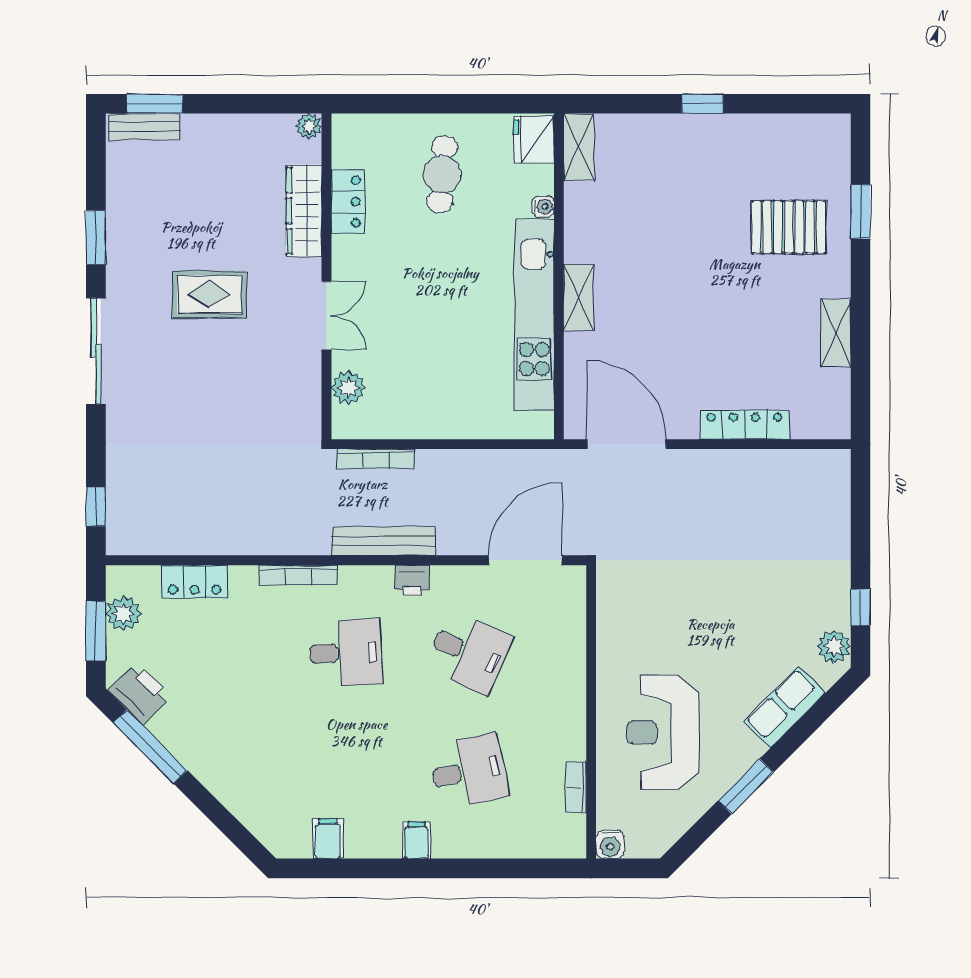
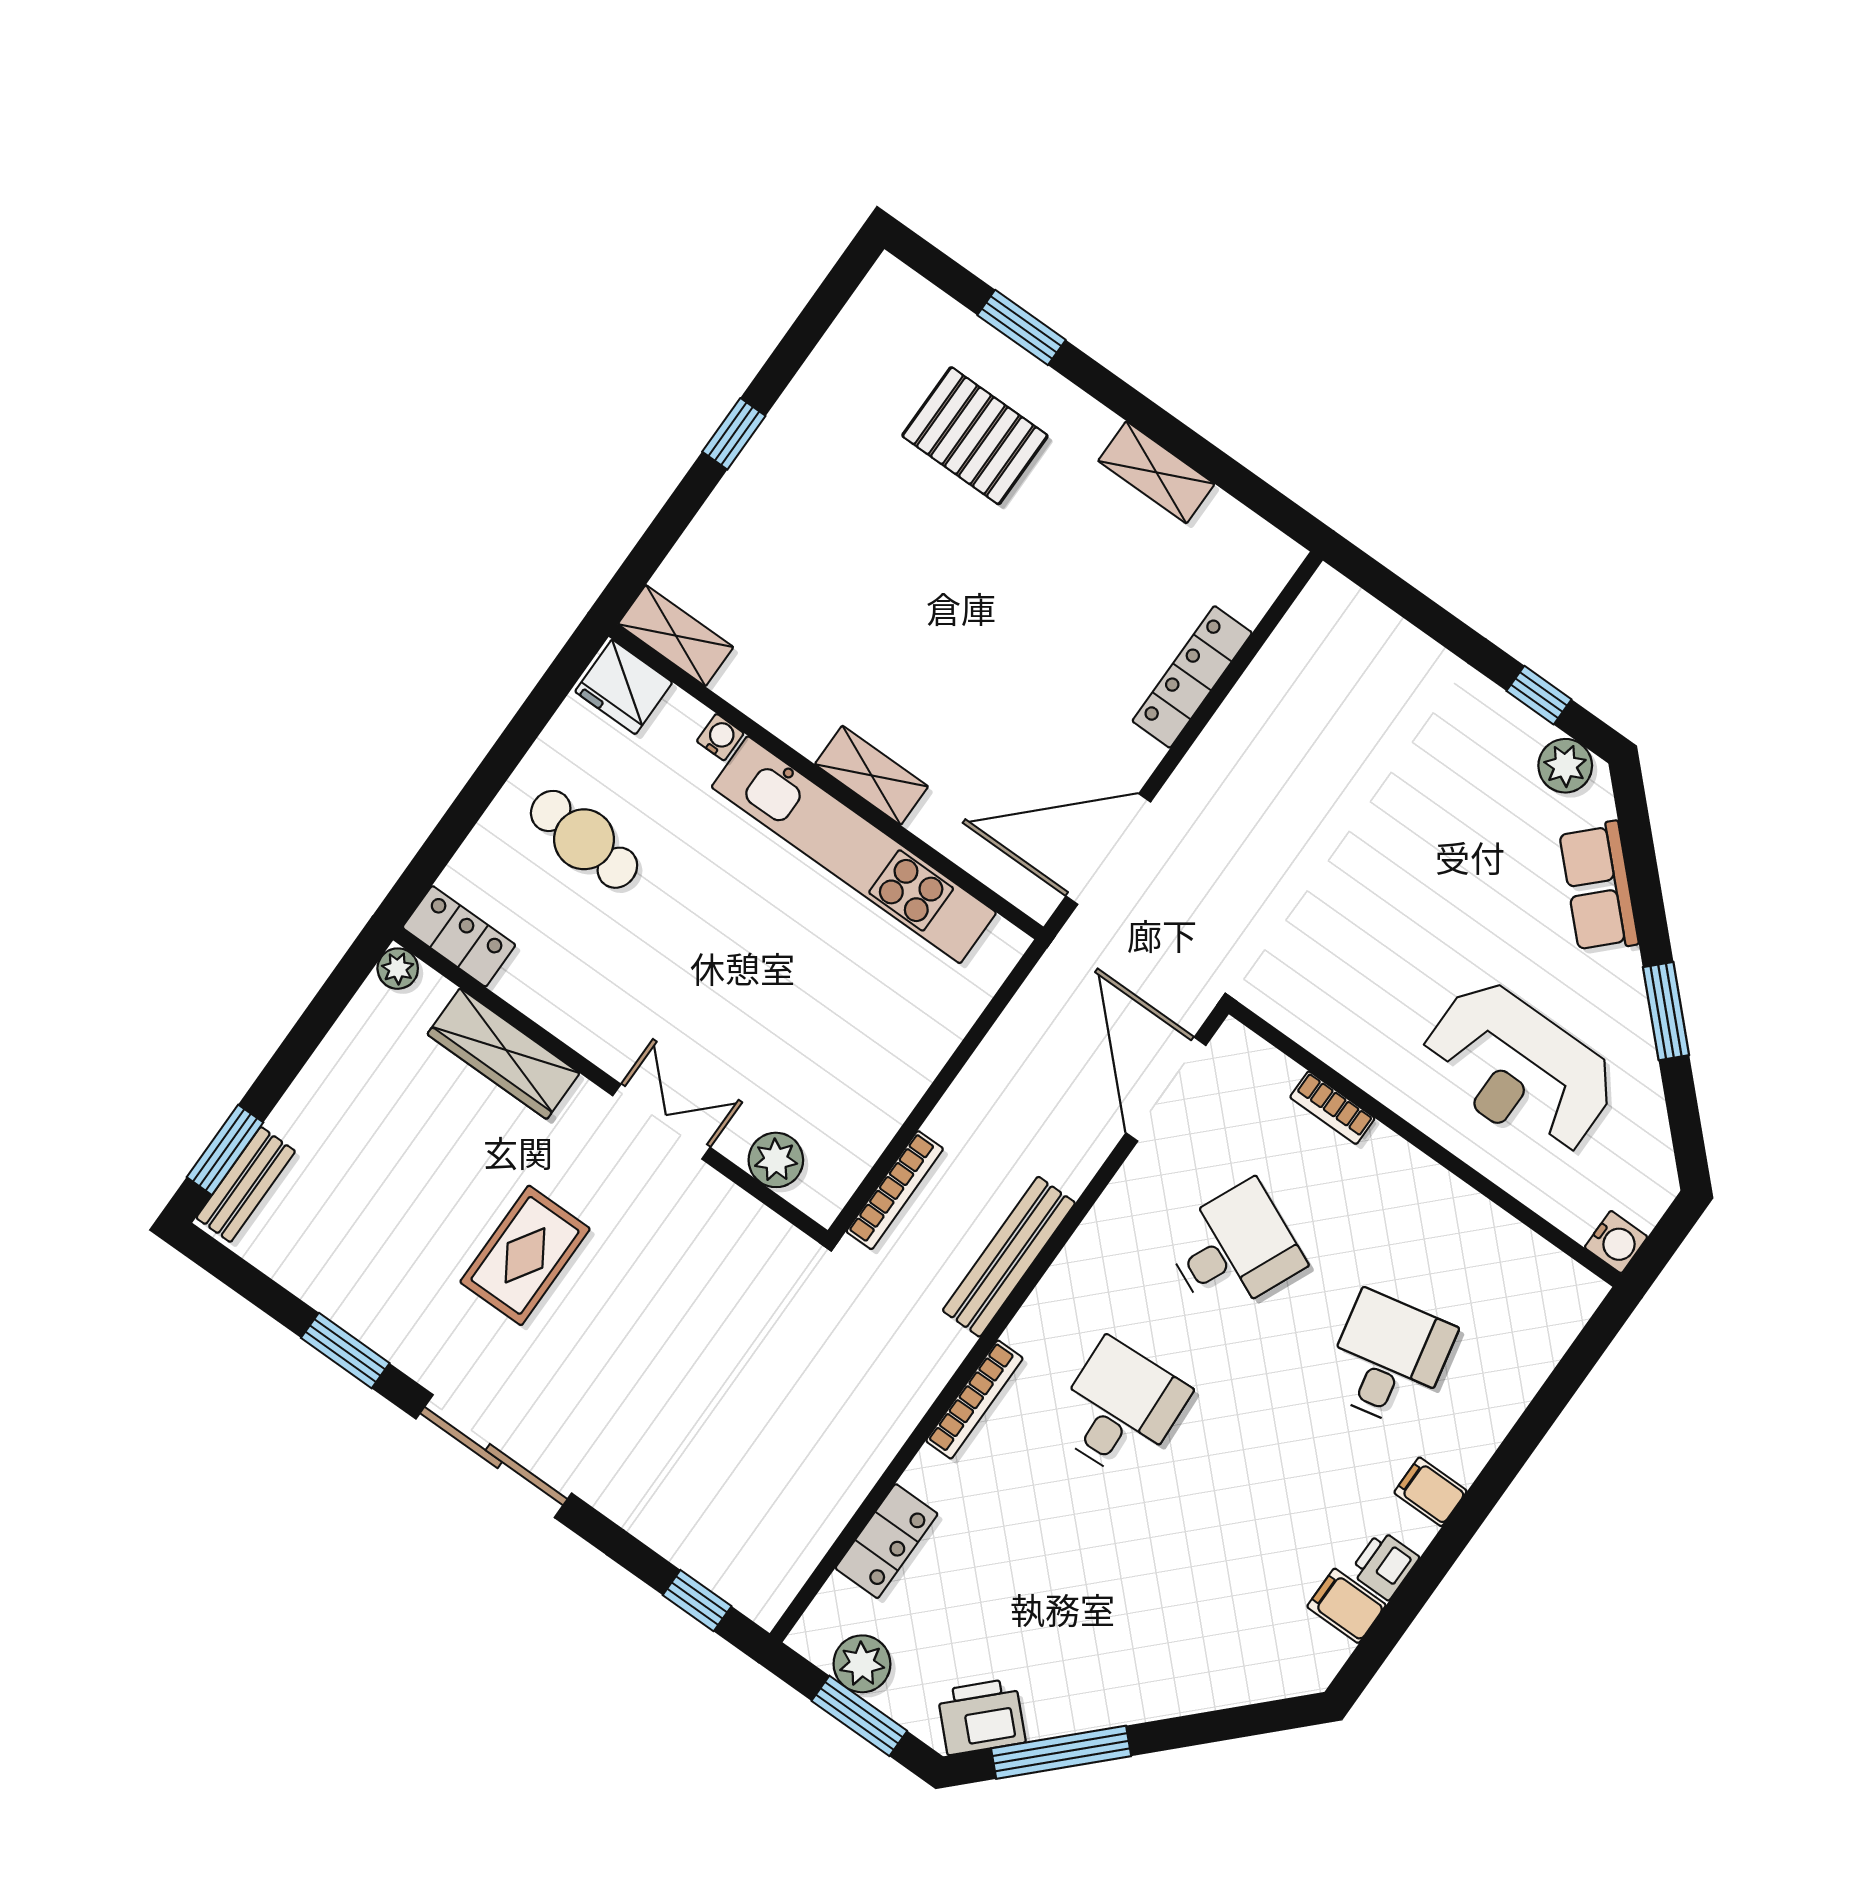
locker: (348, 202) -> (459, 936), moved
pallet: (789, 227) -> (975, 436), turned 90
printer: (412, 581) -> (1384, 1565), moved, turned 180
bookcase: (576, 787) -> (1332, 1108), moved

